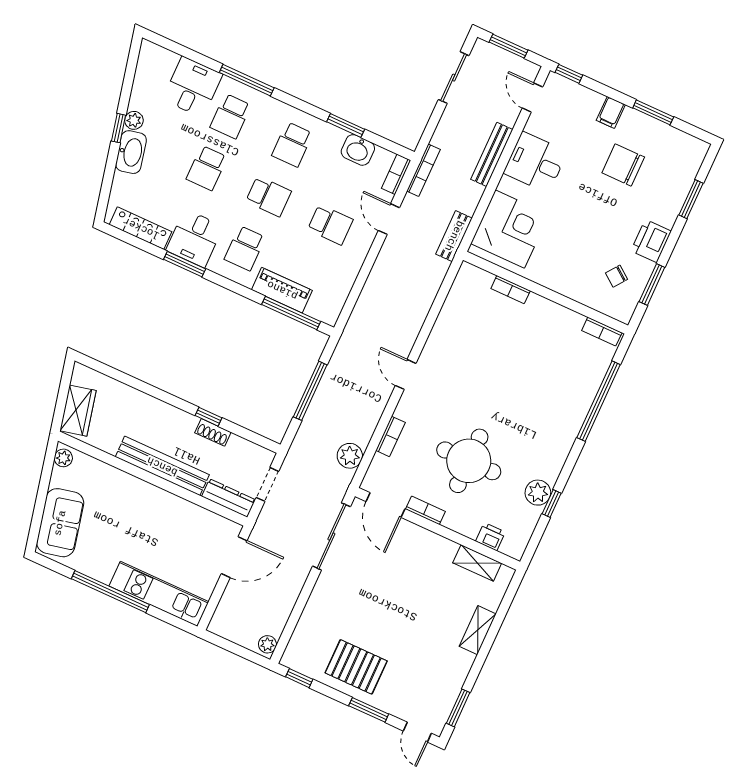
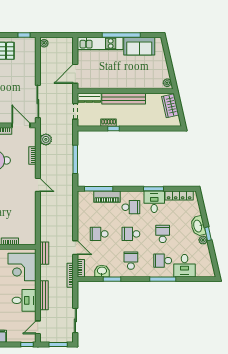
door: (532, 98) -> (38, 327), swing flipped
school desk: (230, 116) -> (163, 261), turned -90
school desk: (245, 248) -> (131, 207), turned 90
sofa: (60, 523) -> (139, 46), moved, turned -77

